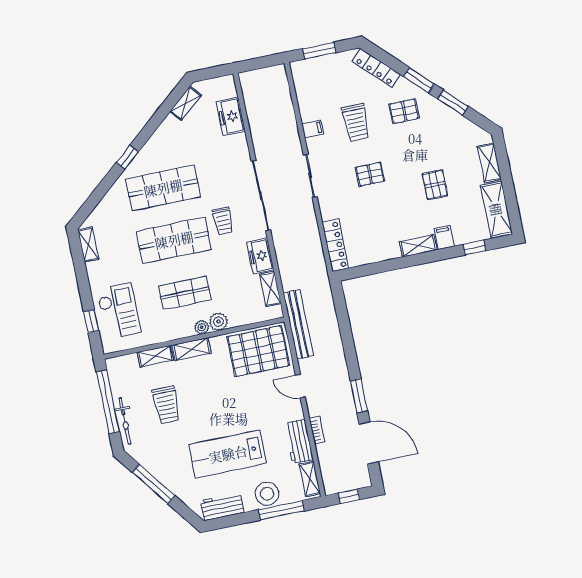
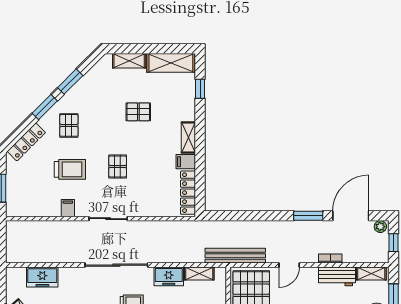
filing cabinet: (444, 237) -> (186, 162), moved
locker: (335, 245) -> (188, 193), moved, turned -90
plant: (364, 478) -> (380, 227), added

